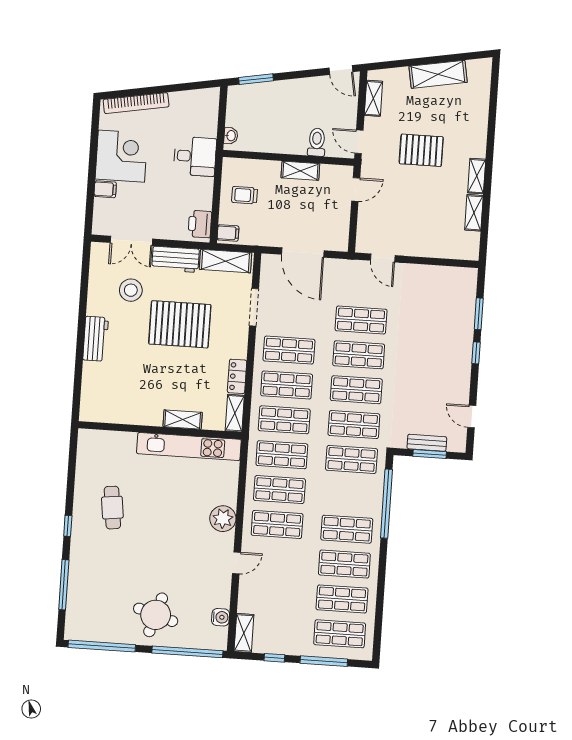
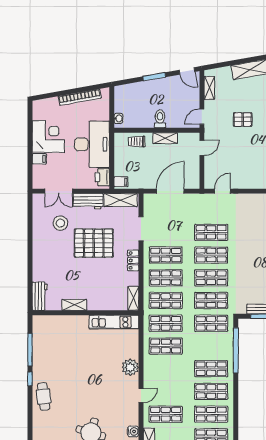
window: (256, 79) -> (154, 77), moved
bookcase: (136, 103) -> (80, 97), moved
toilet: (317, 142) -> (160, 119), moved
door: (359, 142) -> (202, 117), hinge flipped
pallet: (421, 150) -> (243, 119), width x0.67, depth x0.71
desk: (195, 156) -> (92, 144), width x1.87, depth x1.30
trolley: (244, 195) -> (137, 141), moved
door: (303, 253) -> (170, 191), swing flipped
door: (383, 258) -> (222, 191), swing flipped
workbench: (96, 339) -> (40, 296), moved
locker: (237, 376) -> (133, 260), moved
shelving: (183, 420) -> (74, 305), moved
kitchen unit: (189, 446) -> (114, 322), width x0.73
cafe table: (112, 508) -> (44, 397), moved
shop shelf: (277, 524) -> (166, 414), moved
window: (64, 585) -> (30, 350), moved

